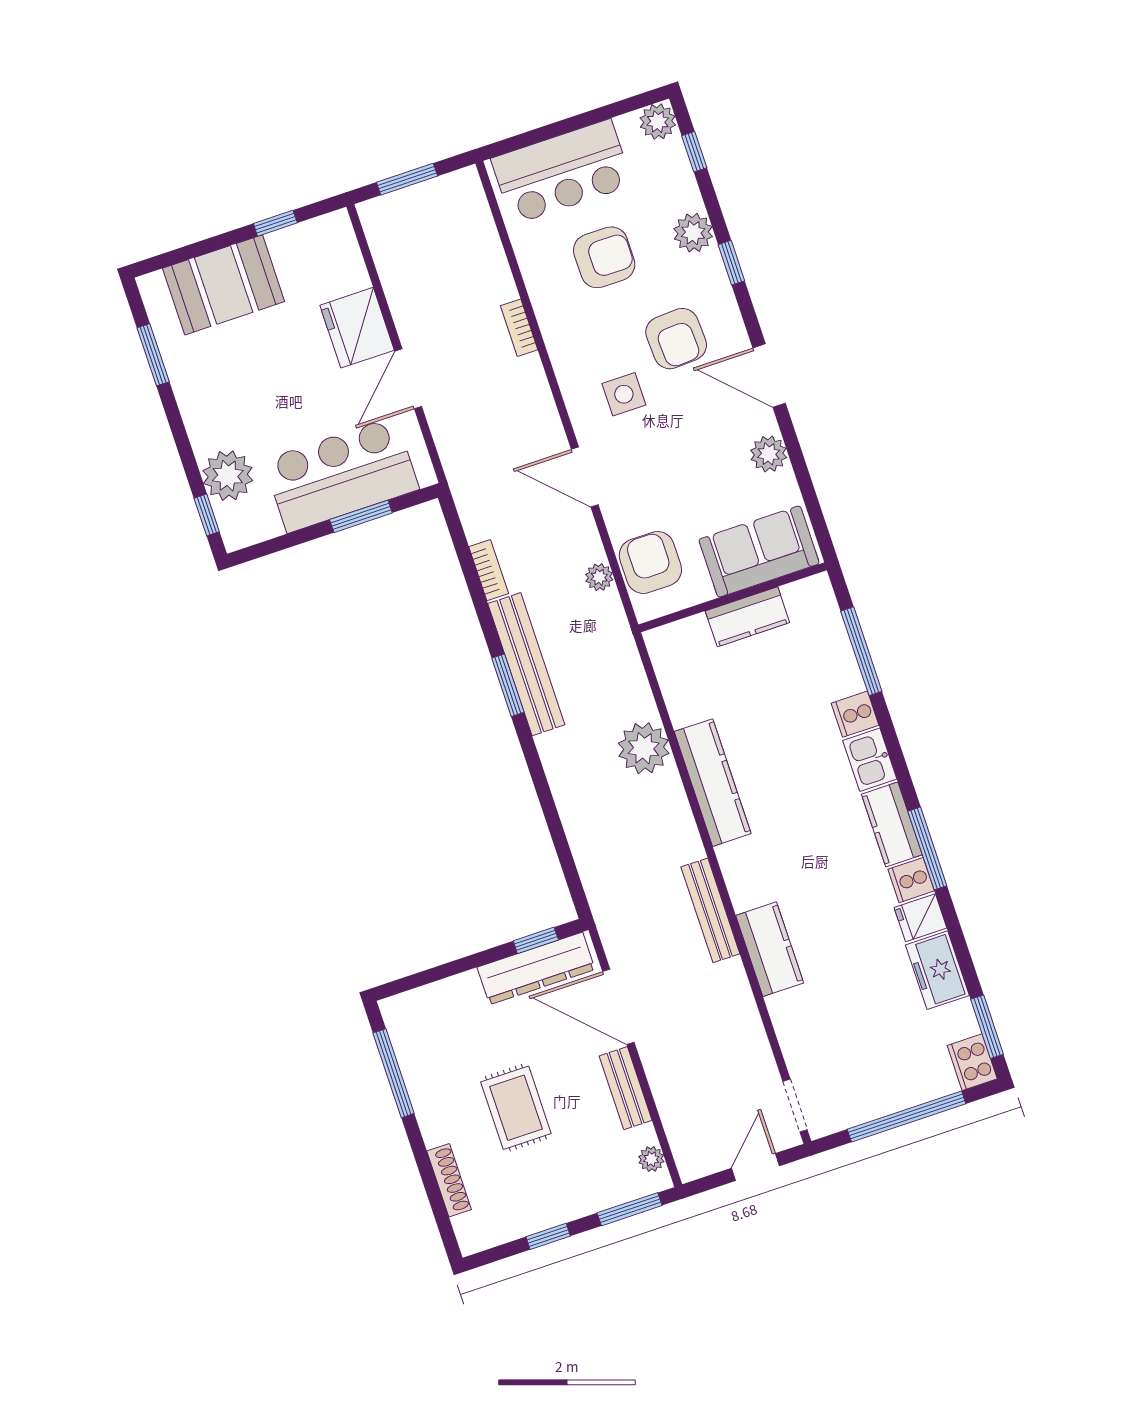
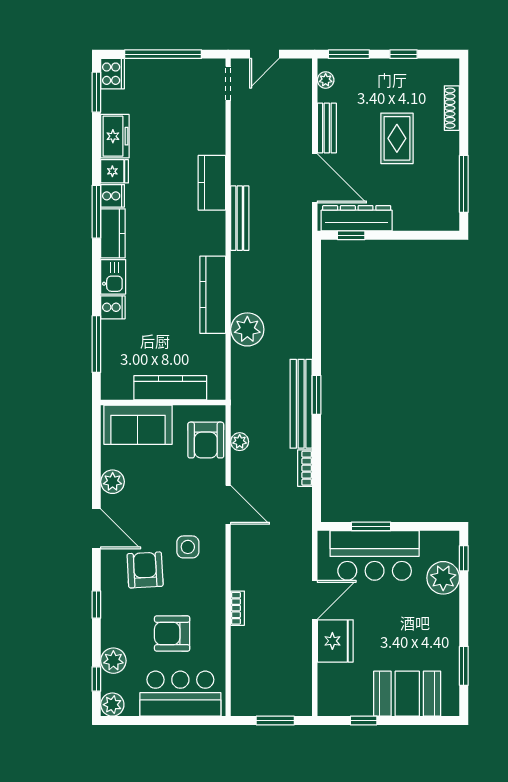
plant: (693, 233) -> (113, 661), moved
kitchen counter: (747, 617) -> (170, 388), width x1.50

